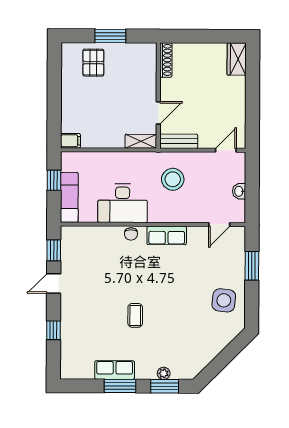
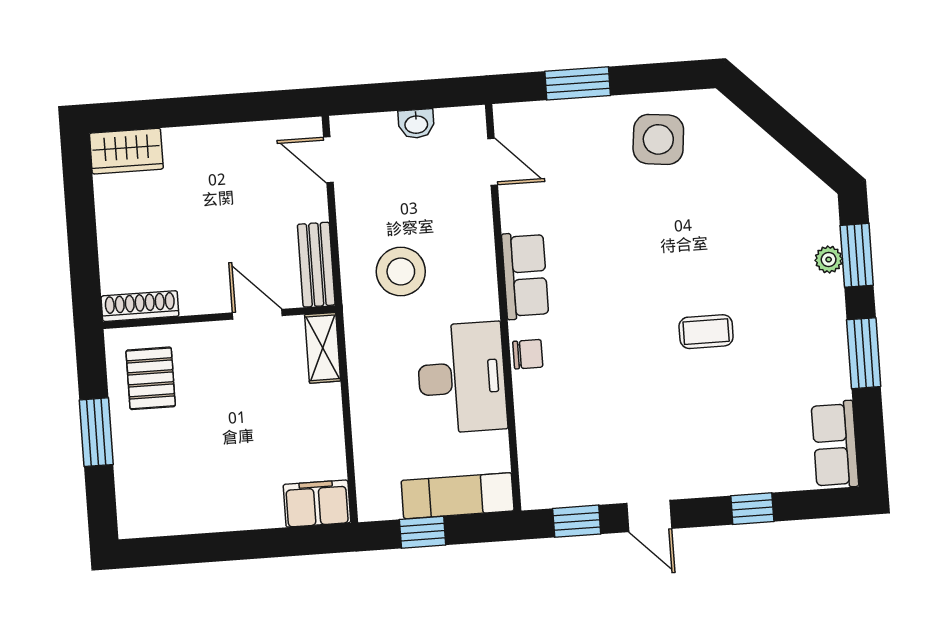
pallet: (93, 63) -> (151, 378), moved, turned 90
filing cabinet: (71, 141) -> (317, 504), width x2.00
row of seats: (115, 370) -> (835, 445), moved

